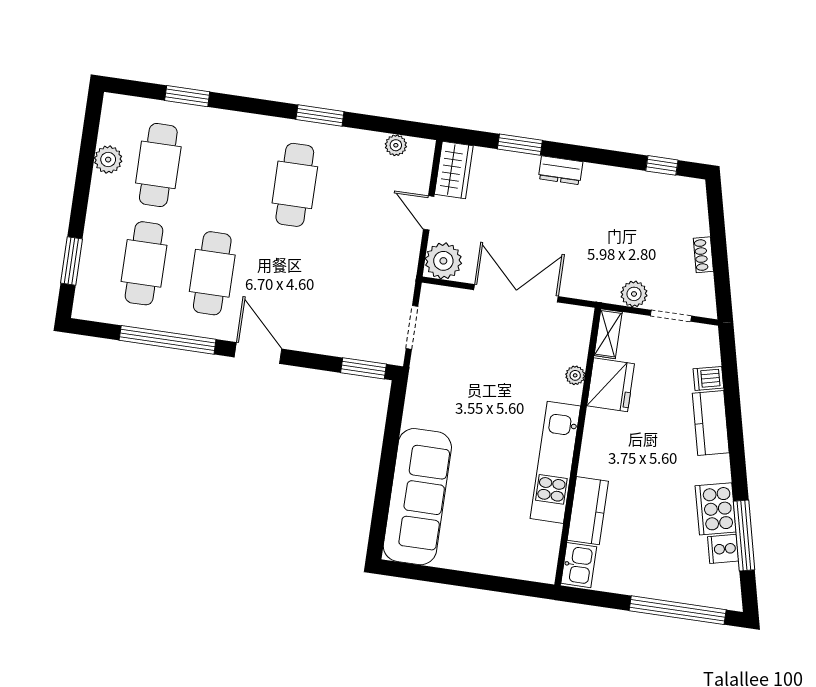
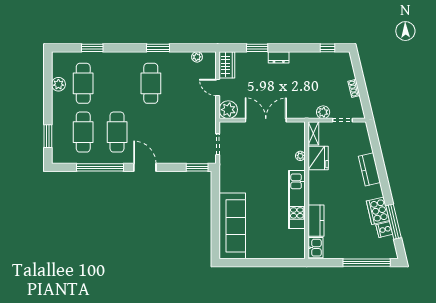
dishwasher: (708, 378) -> (365, 148), removed

